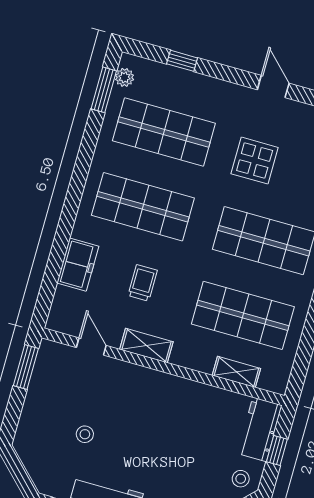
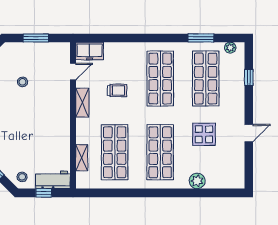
window: (104, 90) -> (201, 38), moved
freezer: (78, 265) -> (90, 51), moved
window: (26, 367) -> (36, 38), moved

